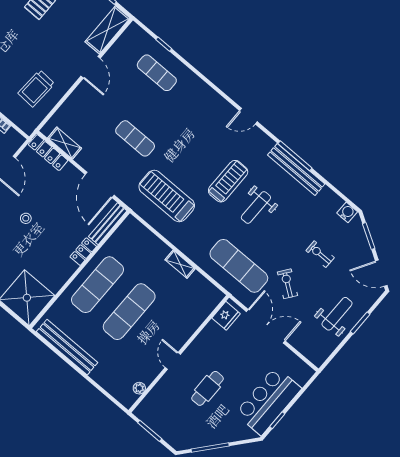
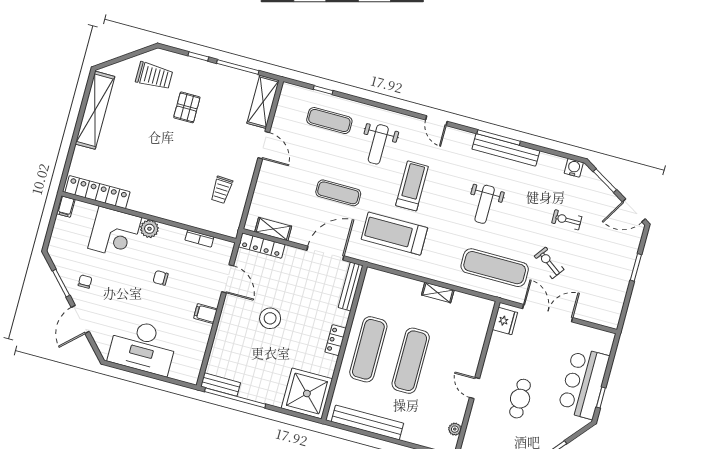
trolley: (36, 88) -> (222, 190), width x0.73, depth x0.72
door: (248, 116) -> (436, 121), hinge flipped
treadmill: (228, 181) -> (412, 186), moved
door: (100, 185) -> (325, 253), swing flipped
stool: (26, 218) -> (270, 318), width x1.89, depth x1.89
locker: (83, 252) -> (336, 340), moved
weight bench: (337, 314) -> (378, 144), moved, turned 180

